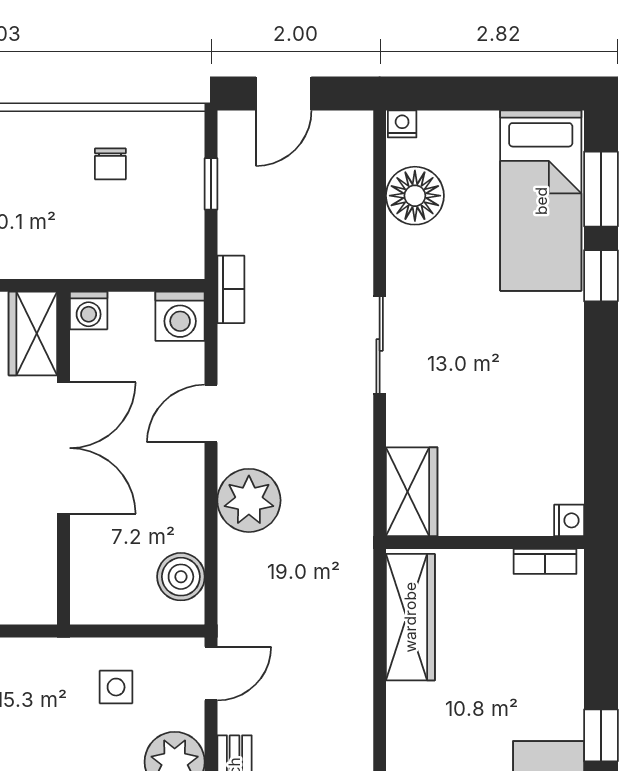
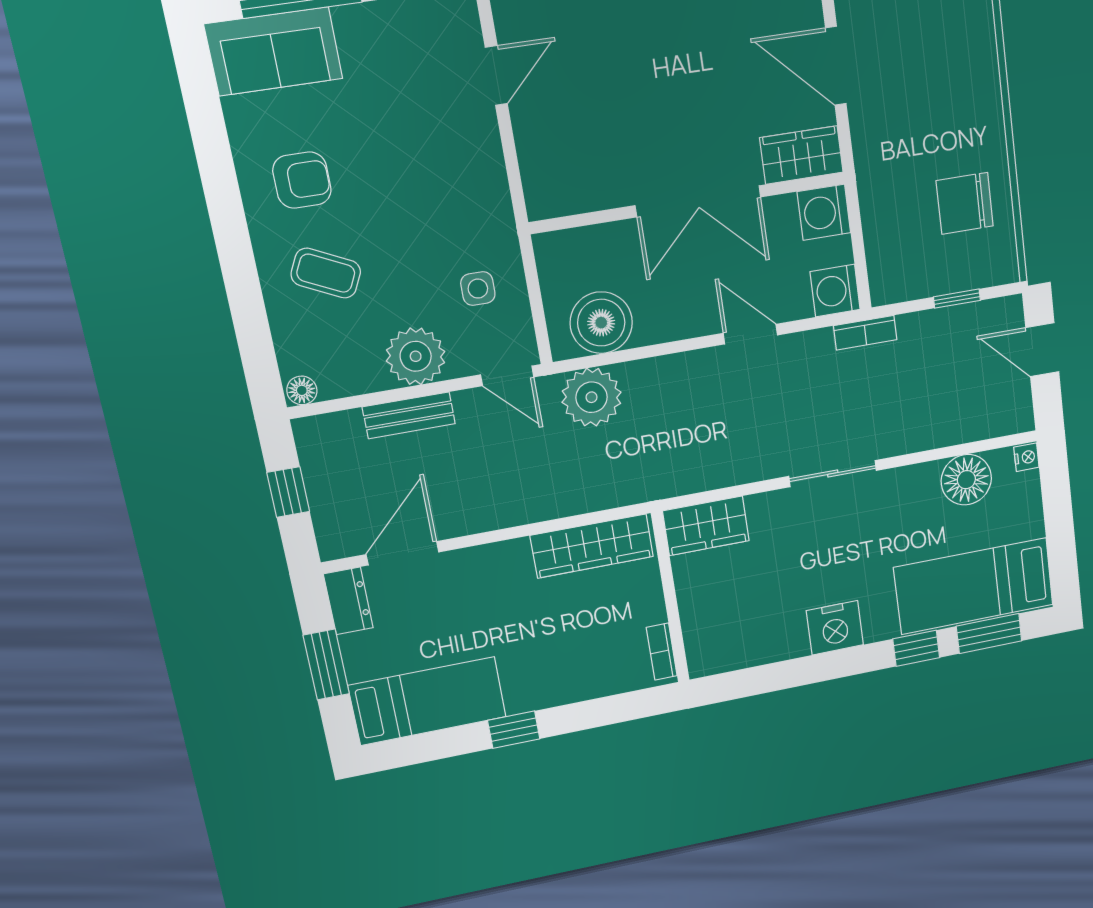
chair: (110, 164) -> (965, 203), width x1.87, depth x1.87
washing machine: (89, 310) -> (824, 212), width x1.38, depth x1.38
plant: (249, 500) -> (592, 397), moved
nightstand: (569, 520) -> (835, 628), moved, width x1.89, depth x1.79
boiler: (181, 577) -> (601, 323), width x1.37, depth x1.37

